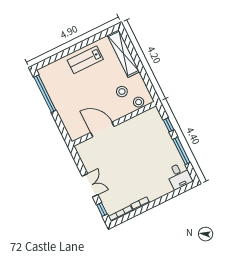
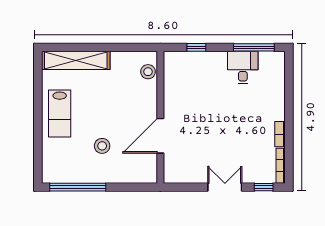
stool: (122, 92) -> (102, 146), moved
window: (181, 151) -> (254, 47), moved
desk: (179, 176) -> (243, 67), moved, turned -90

